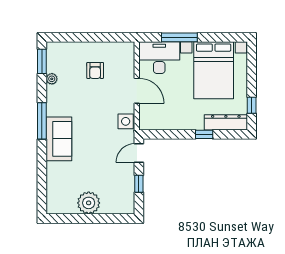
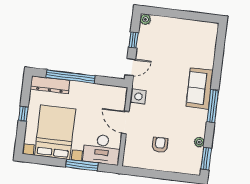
window: (252, 105) -> (23, 114), moved
window: (204, 134) -> (71, 76), width x3.17
plant: (89, 203) -> (145, 19), moved, width x0.53, depth x0.53

